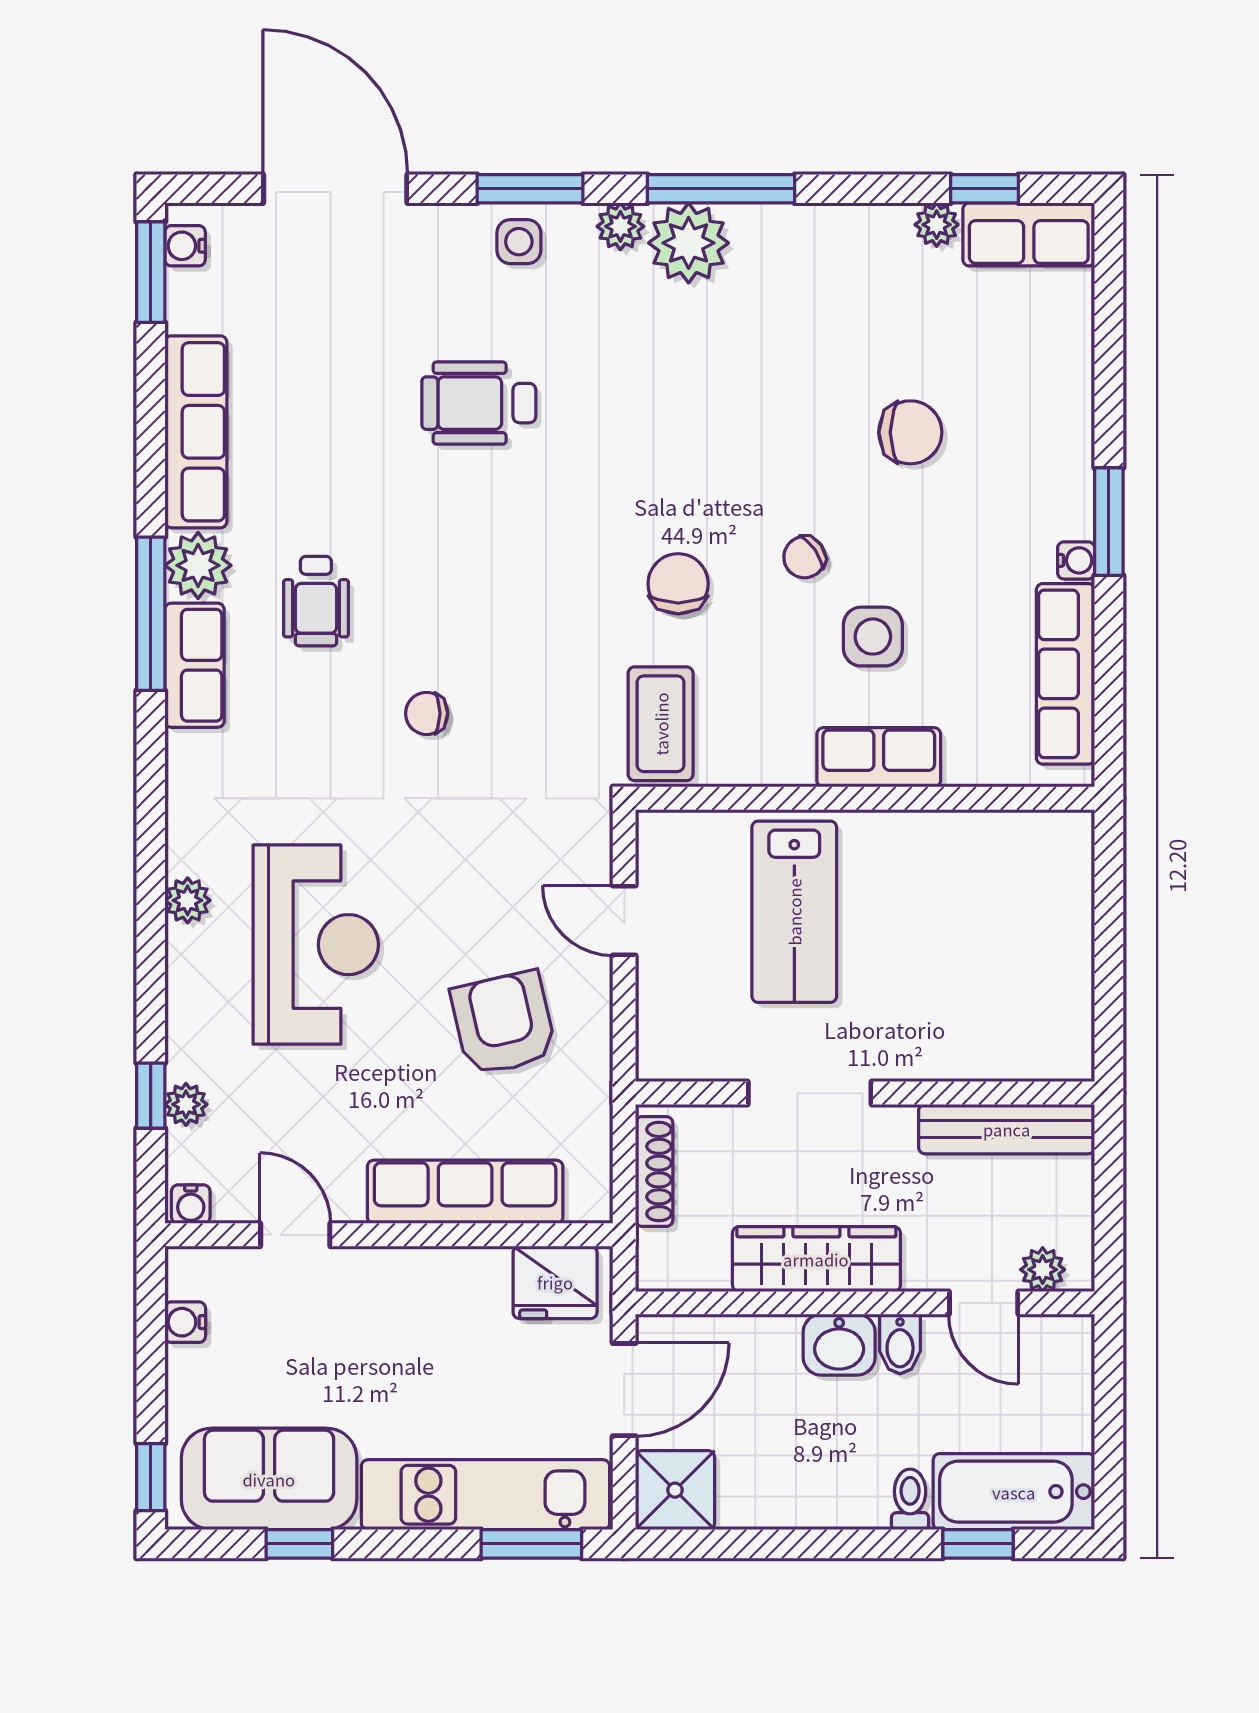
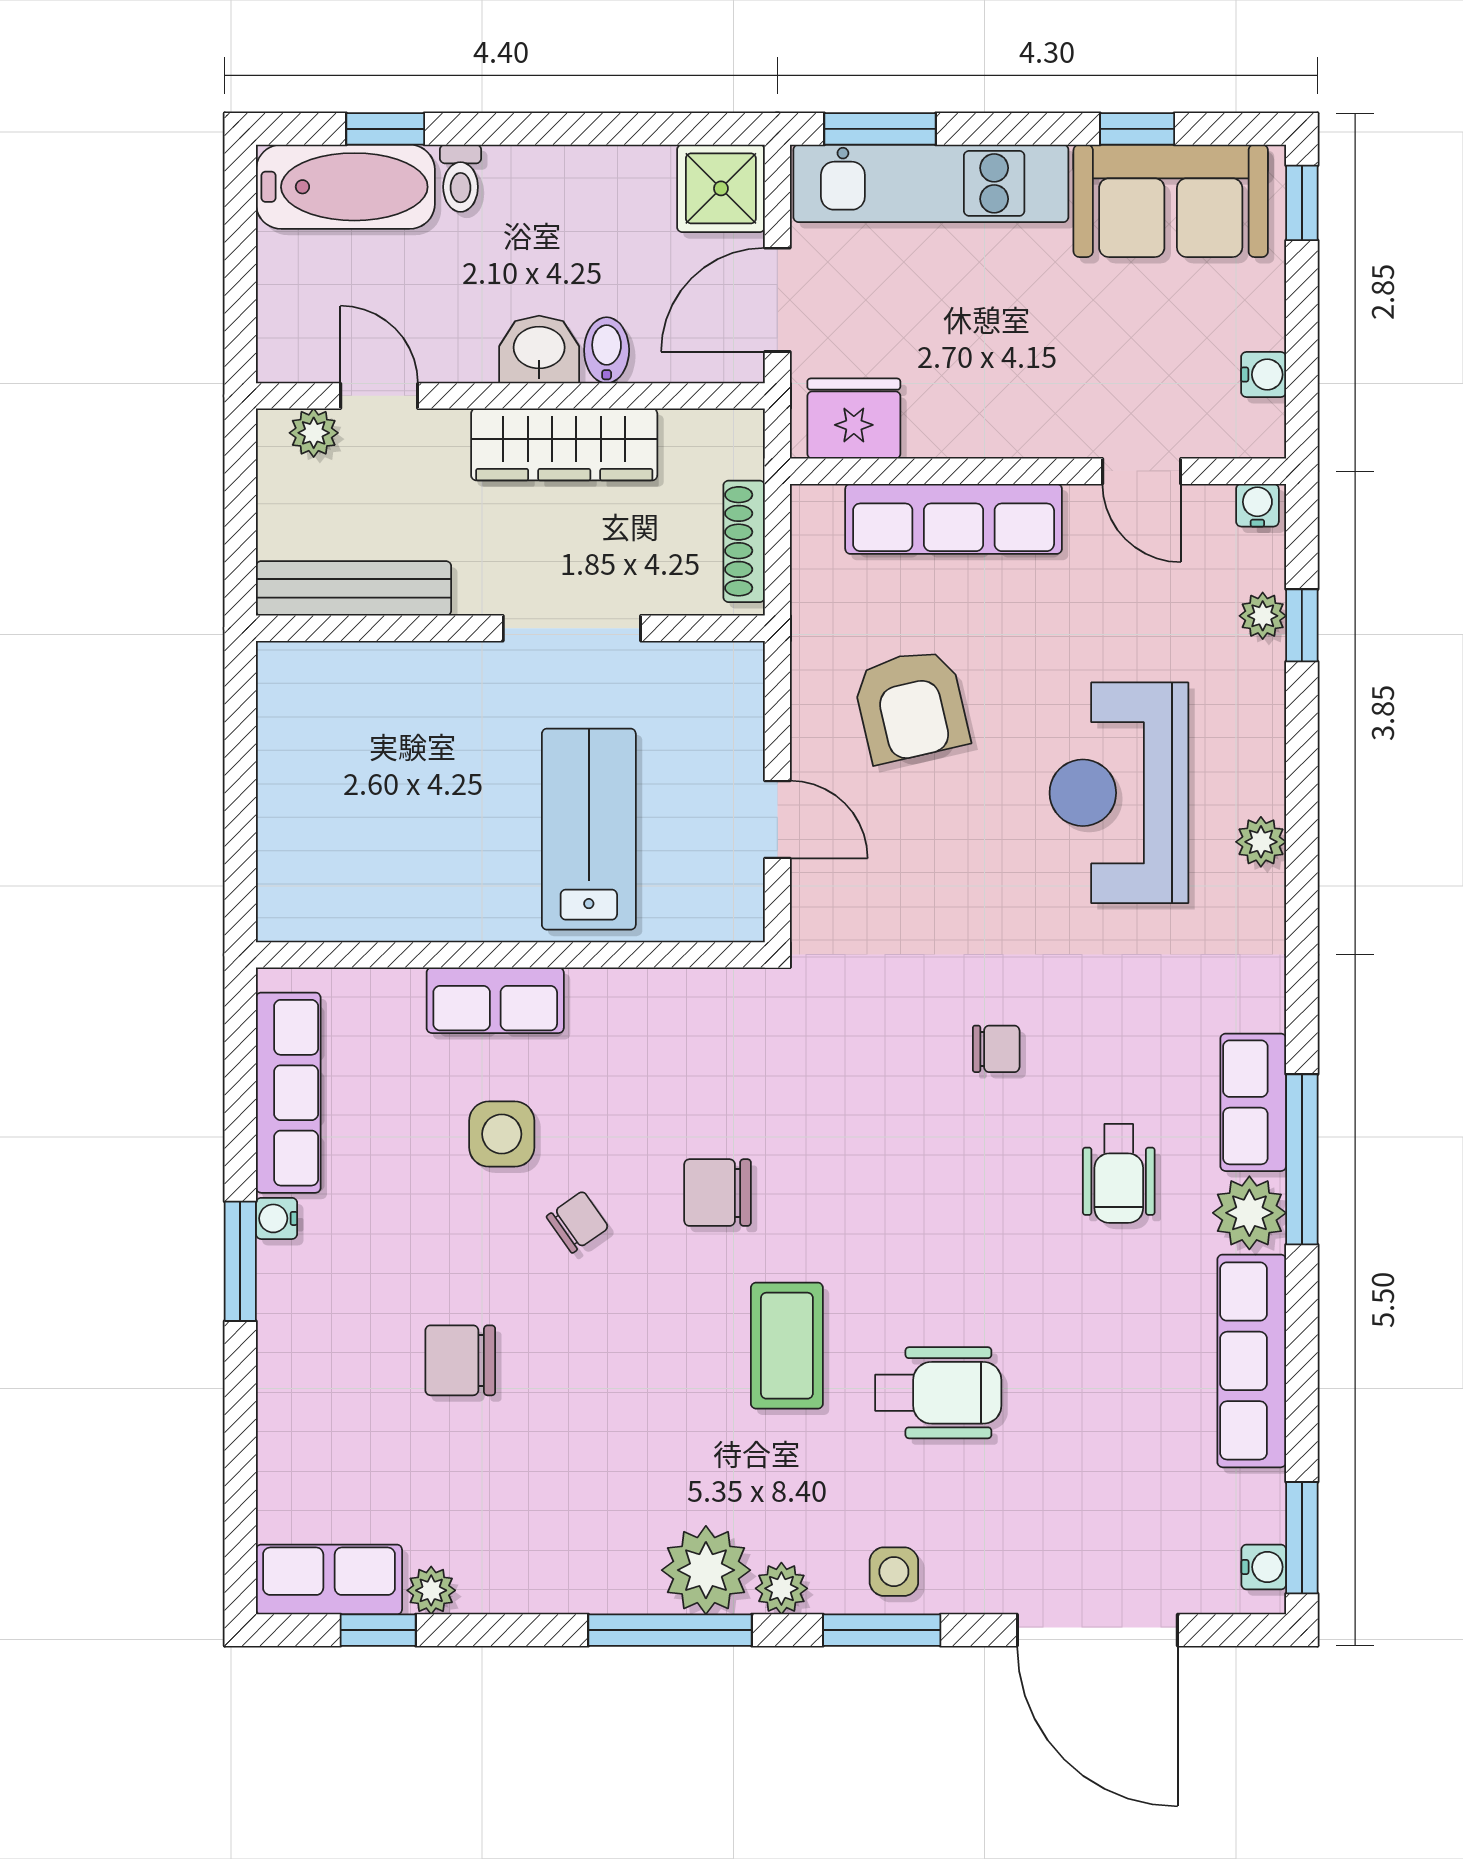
chair: (678, 584) -> (718, 1193), turned 90
wheelchair: (316, 601) -> (1119, 1173), turned 180
coffee table: (661, 724) -> (787, 1346), moved
bidet: (900, 1344) -> (607, 350), moved

